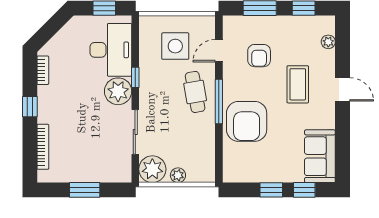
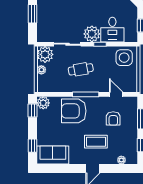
side table: (175, 46) -> (124, 58), moved
desk: (111, 50) -> (112, 30), width x0.73
armchair: (259, 56) -> (113, 118), turned -90
cafe table: (195, 92) -> (81, 69), moved
plant: (233, 172) -> (43, 103), added
window: (271, 190) -> (33, 110), moved

